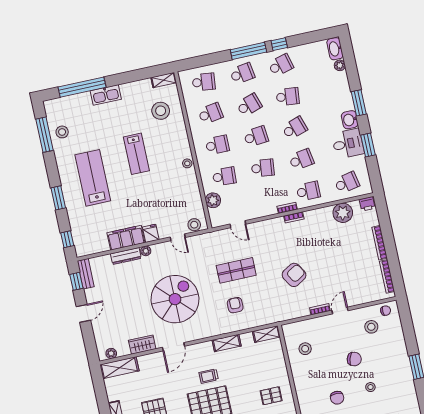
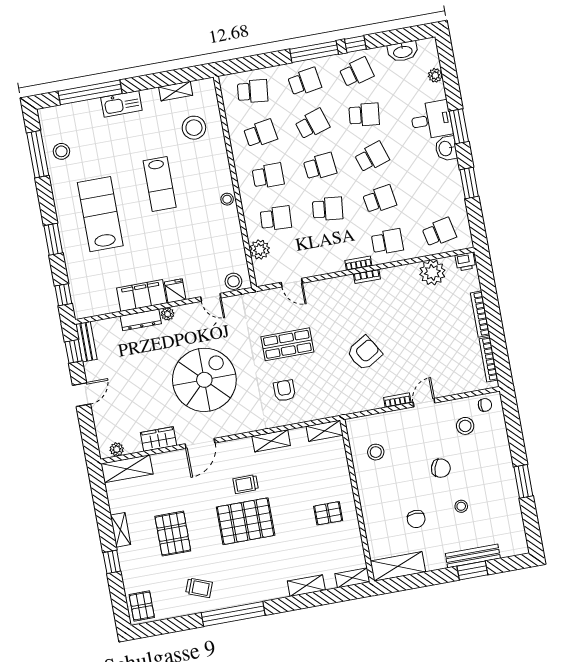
washbasin: (335, 49) -> (403, 51), moved, turned -90
shelving: (164, 80) -> (176, 91), moved
desk: (348, 144) -> (431, 120), moved

